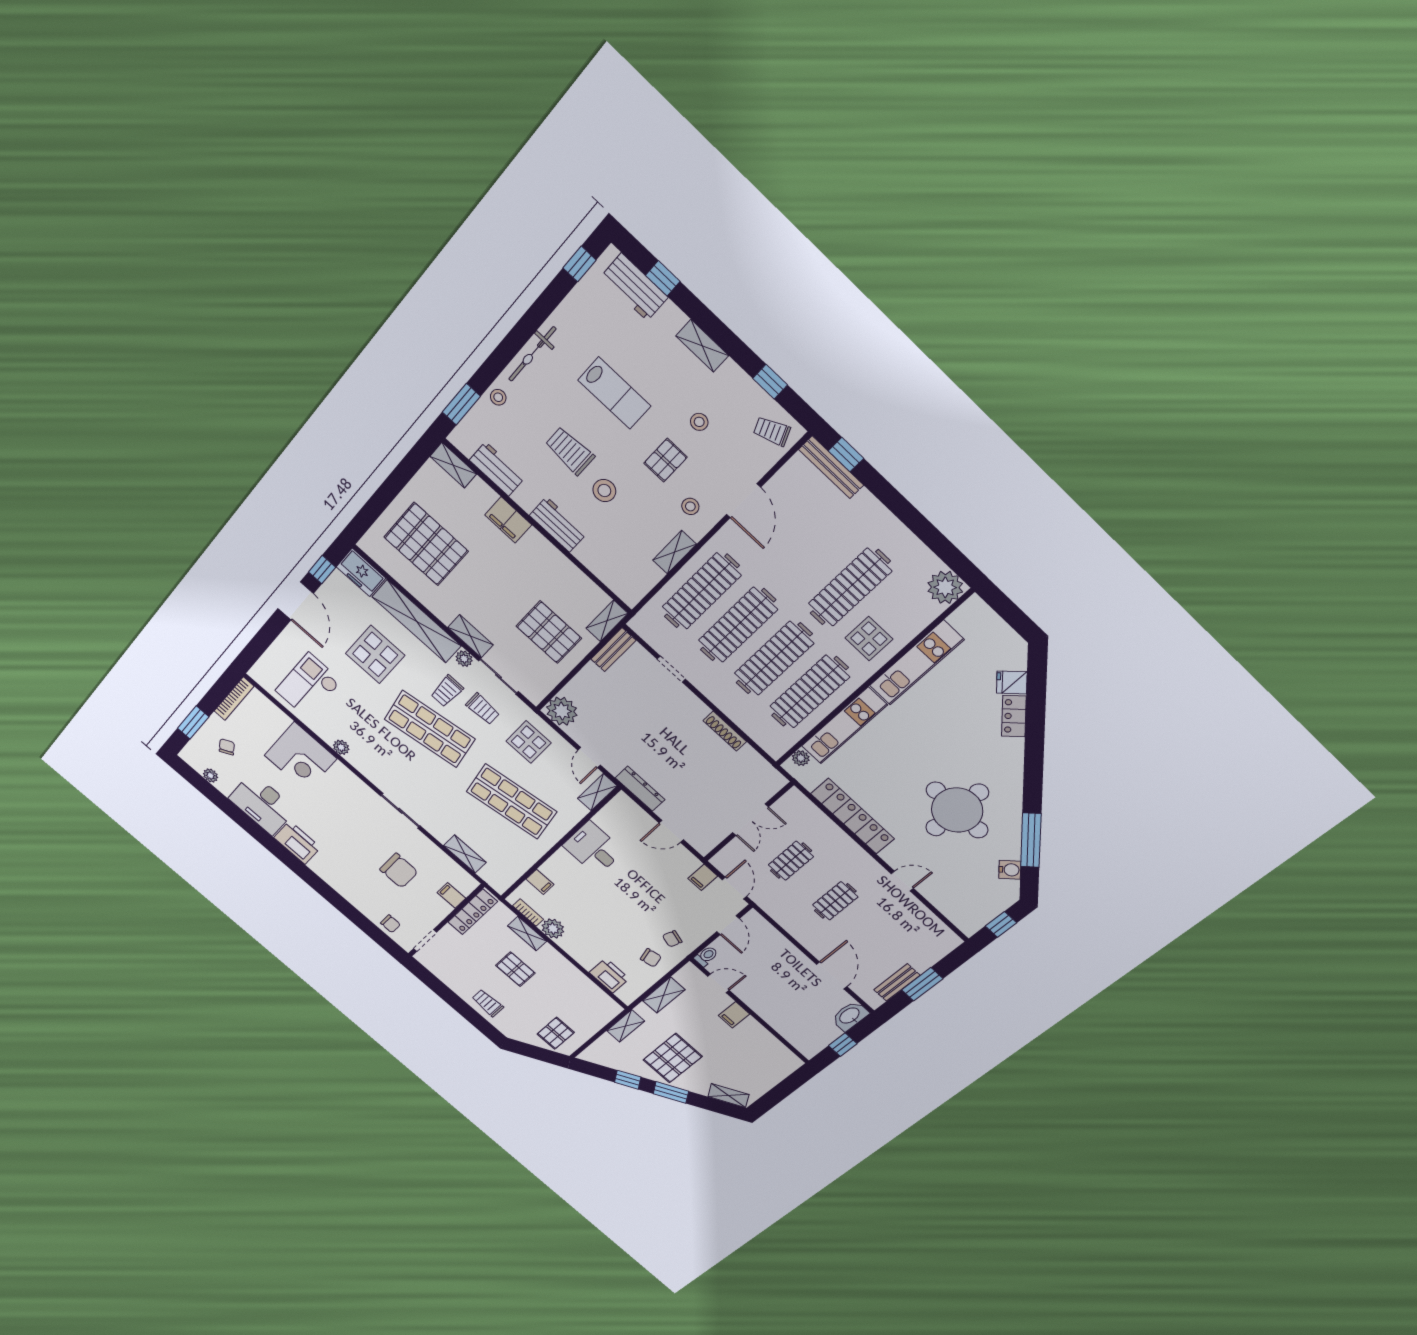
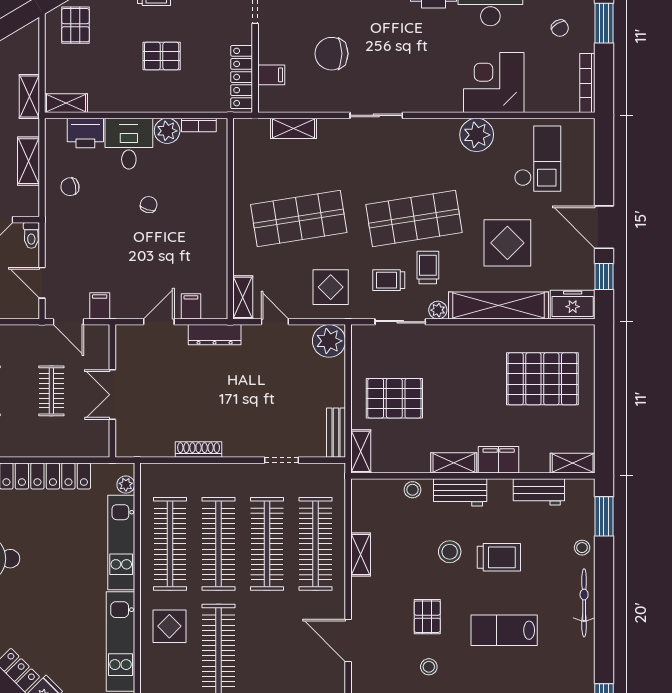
stool: (690, 506) -> (413, 490), moved
shelving: (470, 636) -> (454, 463), moved
plant: (341, 747) -> (477, 135), width x1.88, depth x1.88
desk: (593, 848) -> (129, 144), moved, turned -90
filing cabinet: (540, 882) -> (191, 306), moved, turned 90
shelving: (527, 934) -> (66, 103), moved
chair: (672, 939) -> (149, 205), moved

